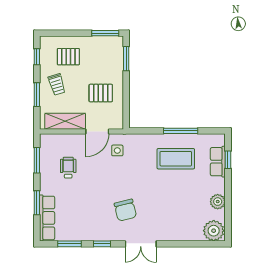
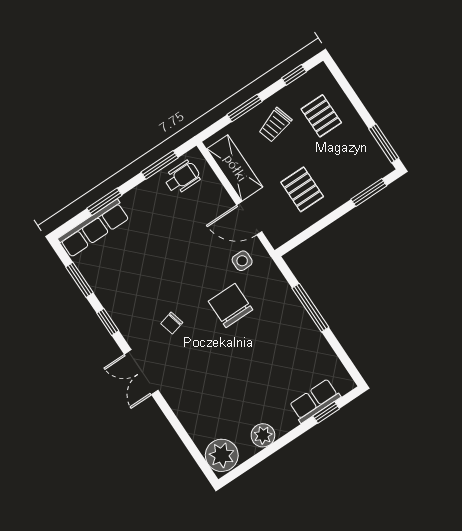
window: (181, 131) -> (310, 308), moved
coffee table: (176, 159) -> (282, 344), removed
wheelchair: (68, 168) -> (182, 177), moved
chair: (137, 173) -> (231, 306), added
chair: (125, 210) -> (172, 323), width x0.54, depth x0.54

